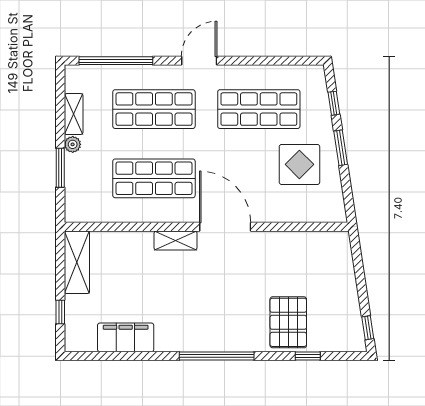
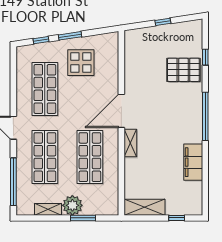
plant: (73, 144) -> (72, 205), width x1.88, depth x1.88
window: (368, 328) -> (163, 22), moved
filing cabinet: (126, 337) -> (193, 162), moved

